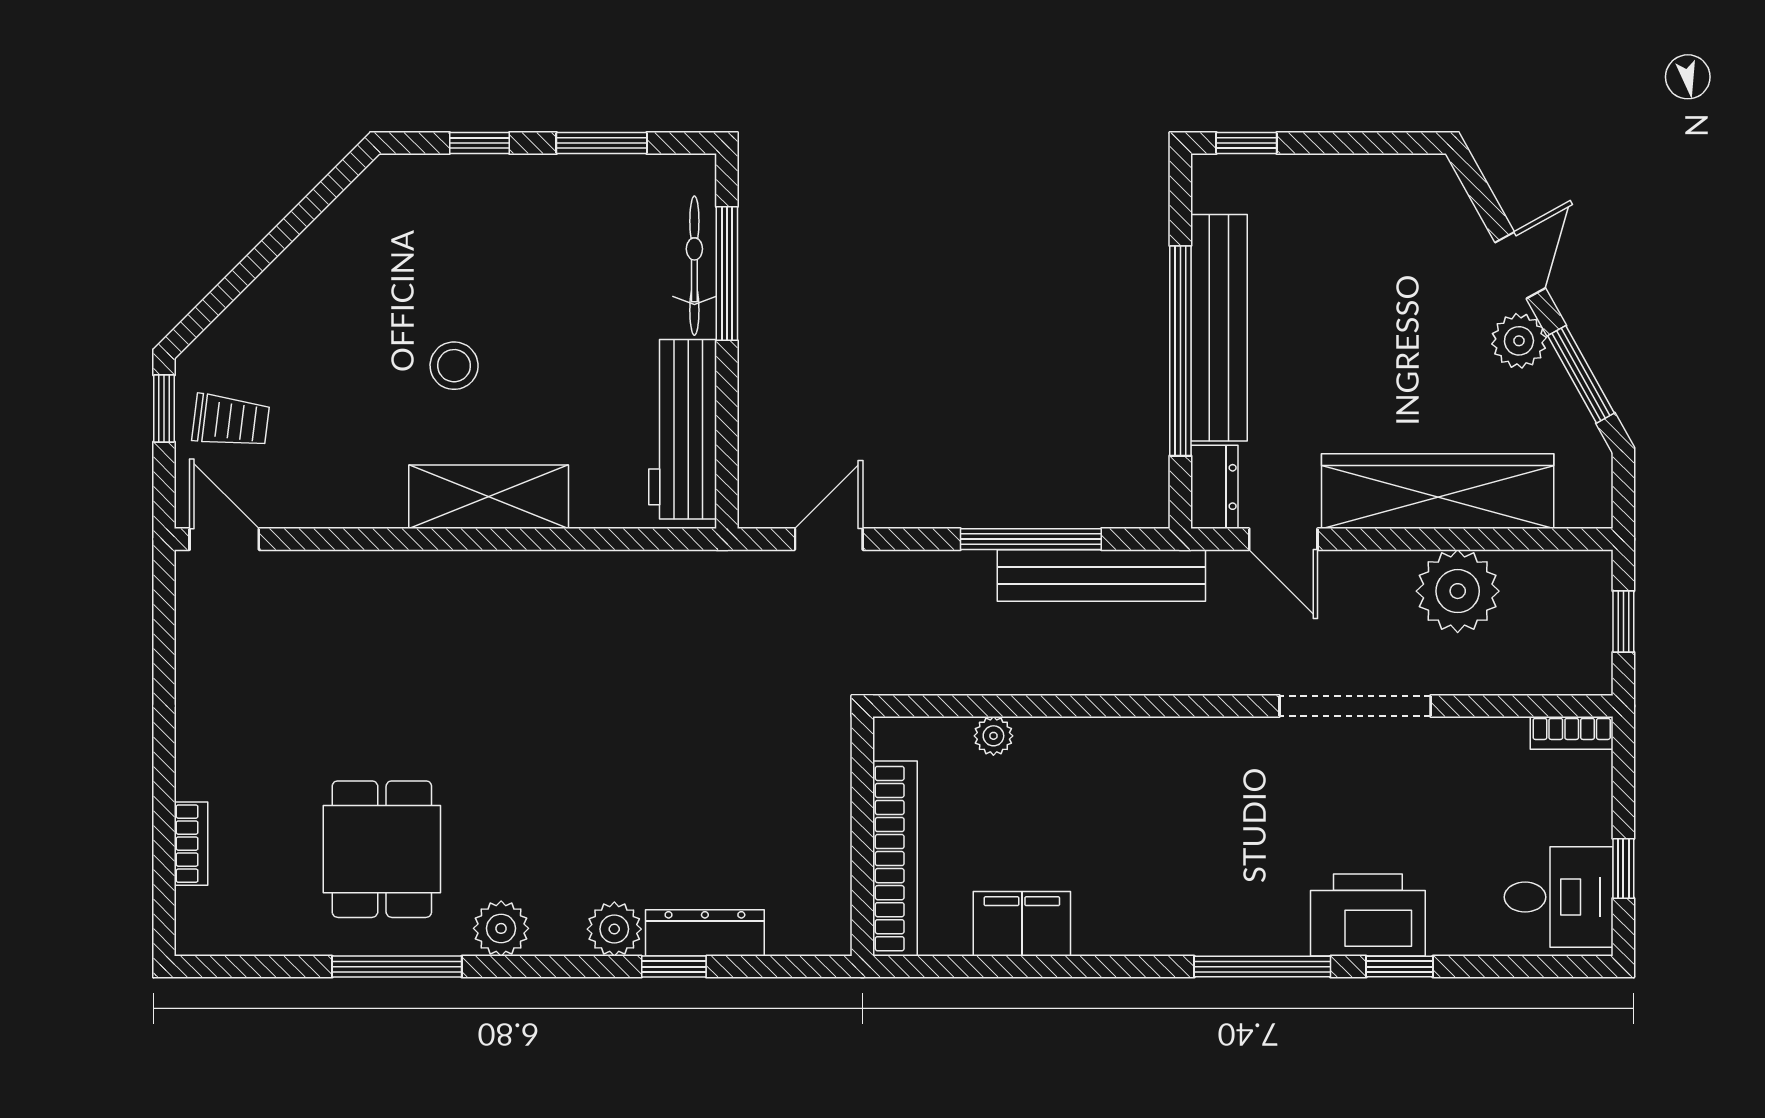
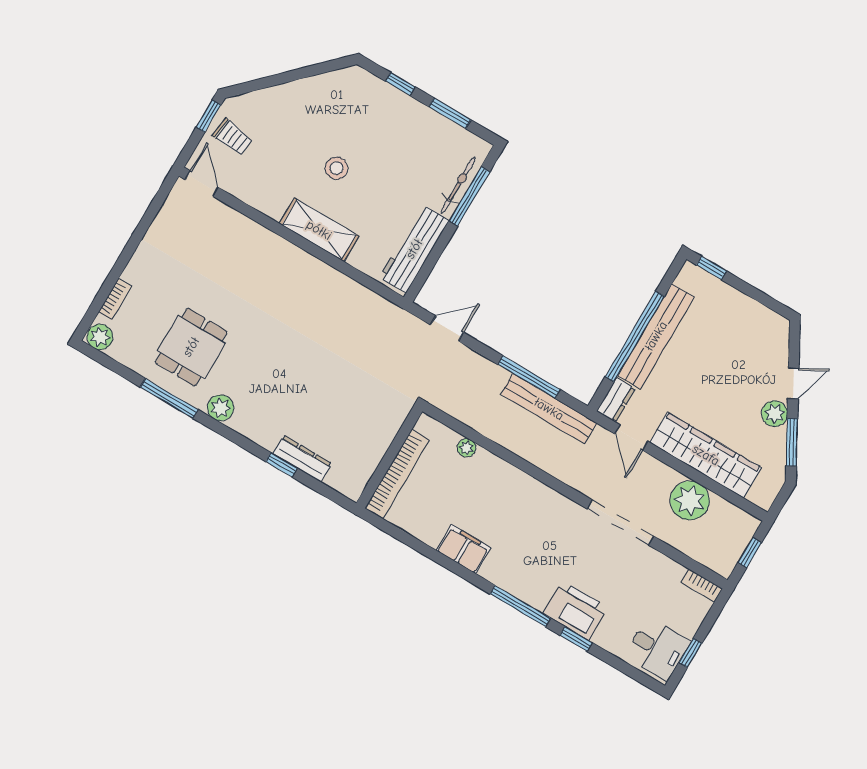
filing cabinet: (1022, 924) -> (464, 549), moved
plant: (614, 929) -> (100, 337), moved

